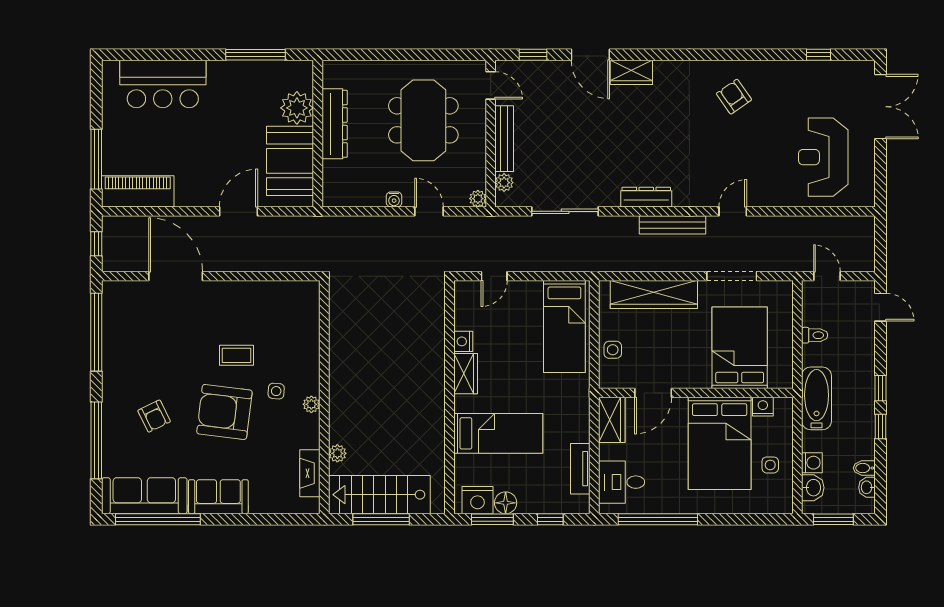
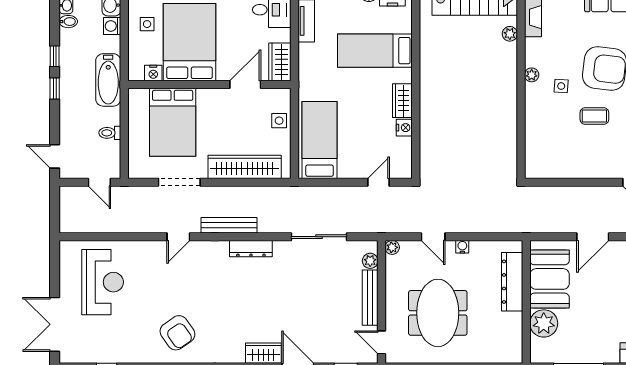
armchair: (734, 97) -> (177, 333), width x1.38, depth x1.38
dresser: (335, 124) -> (512, 282), moved

